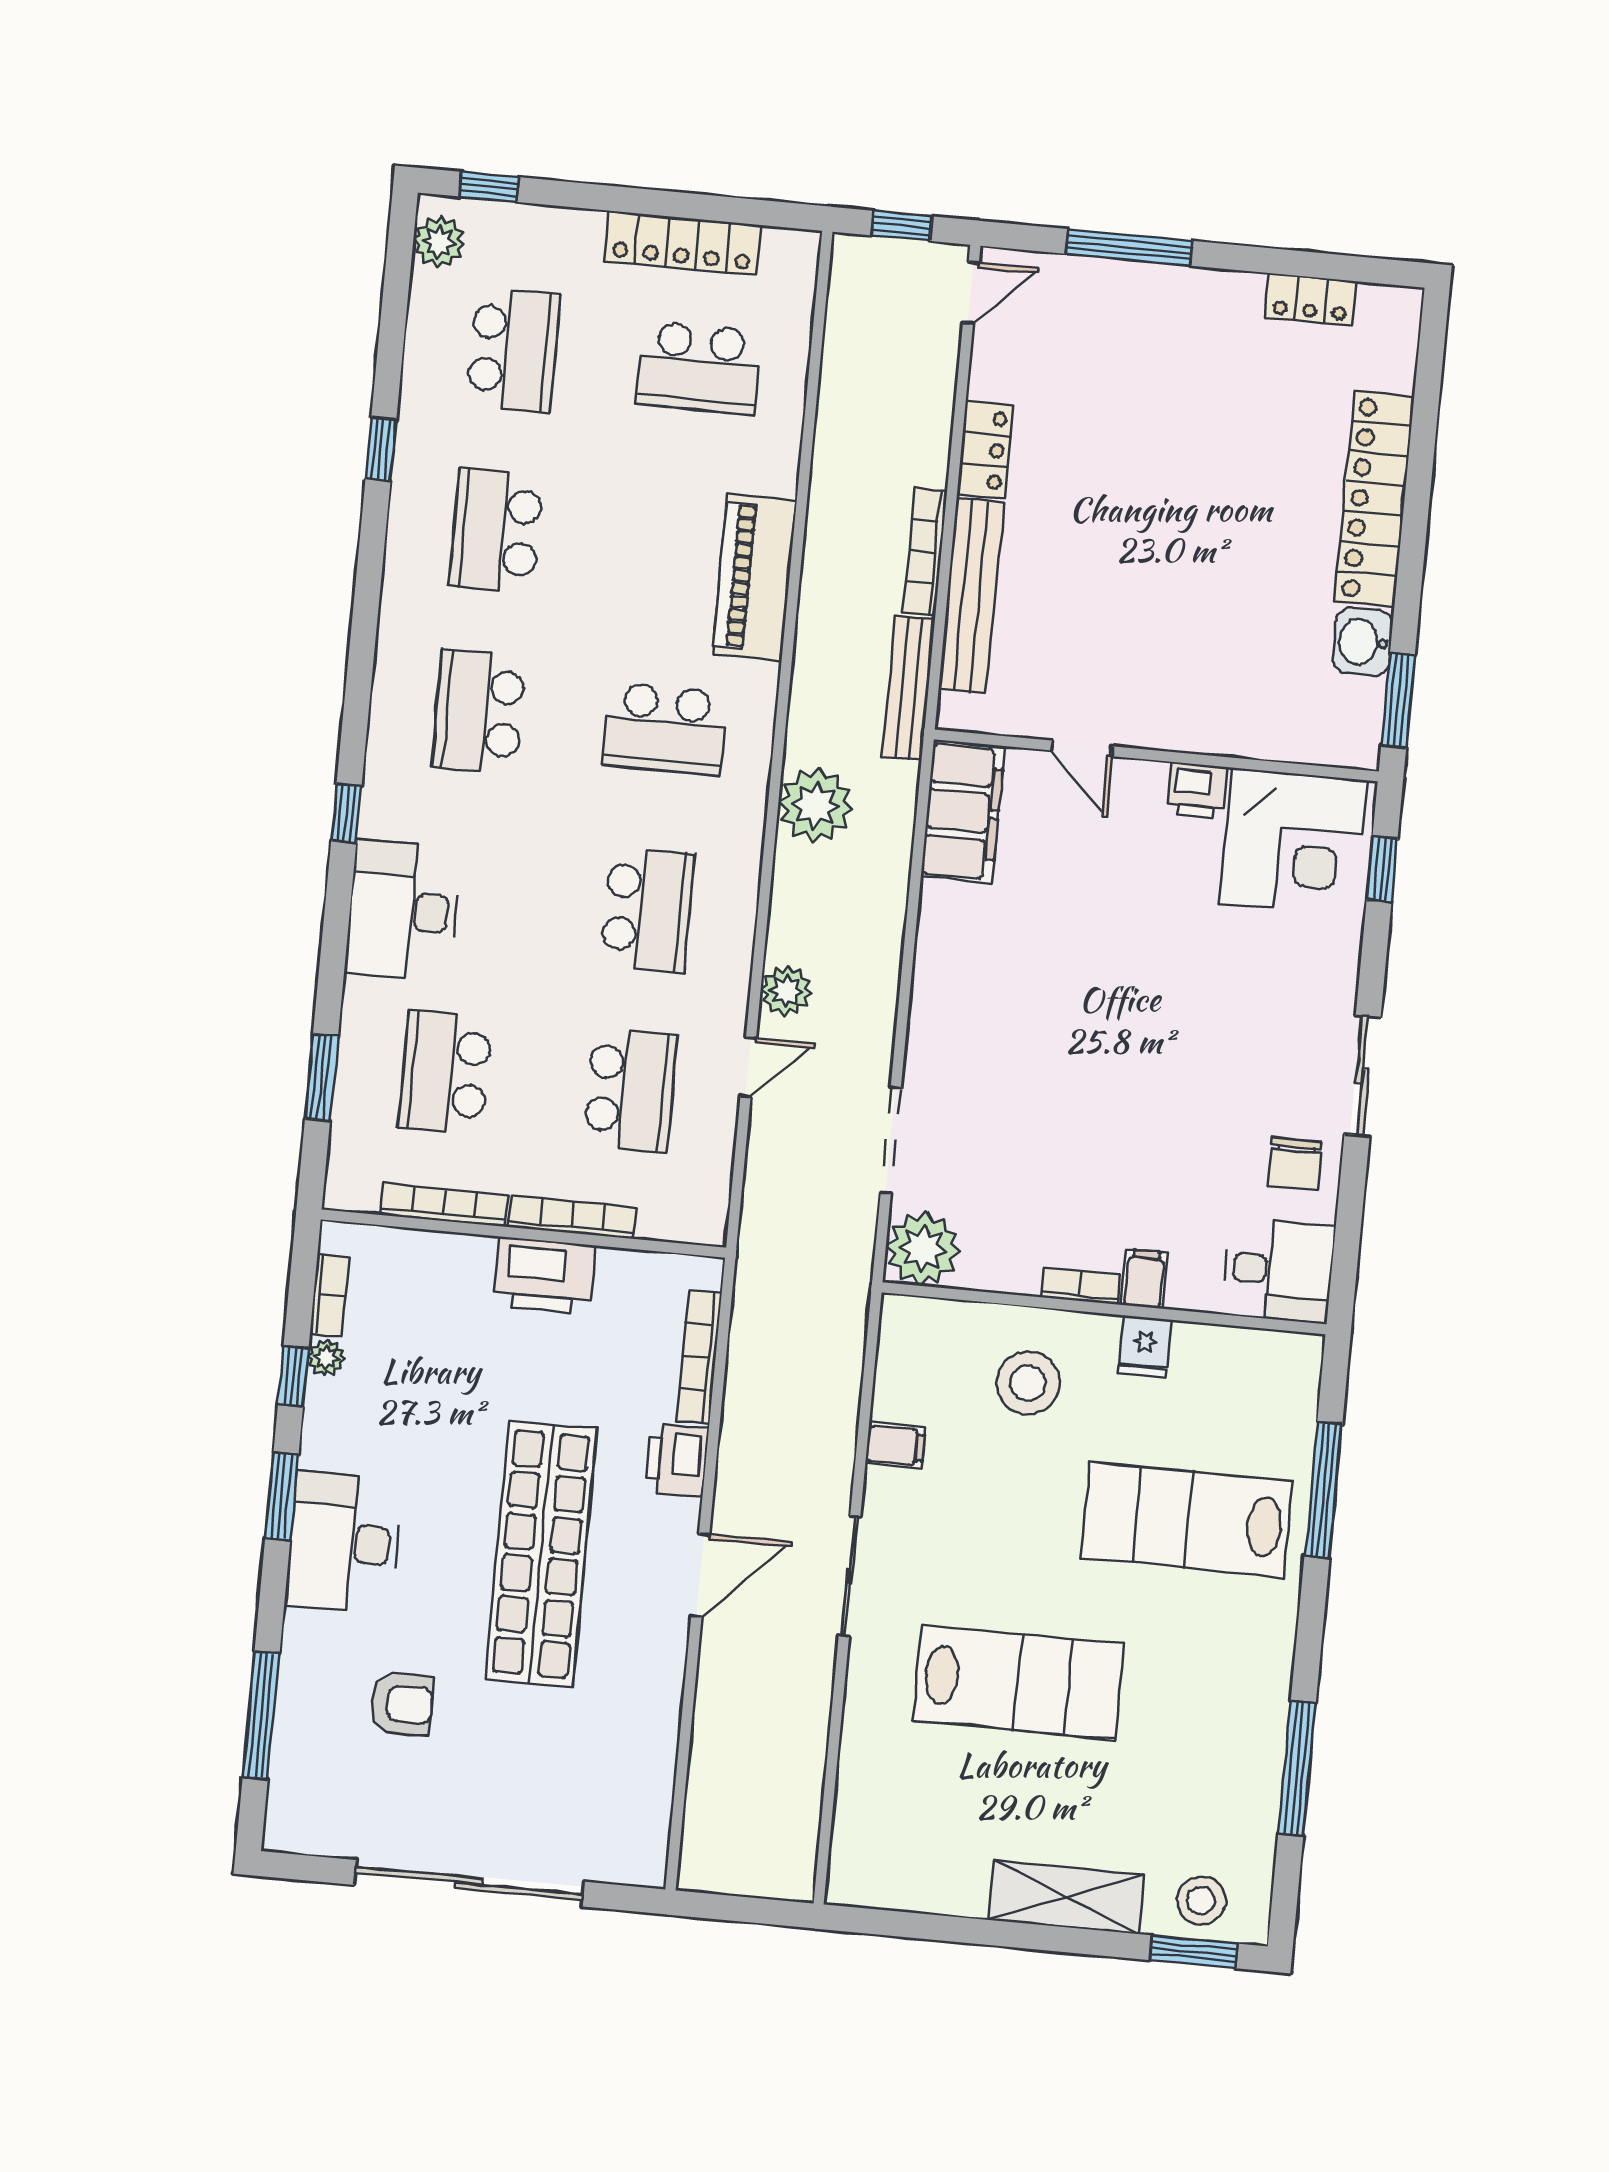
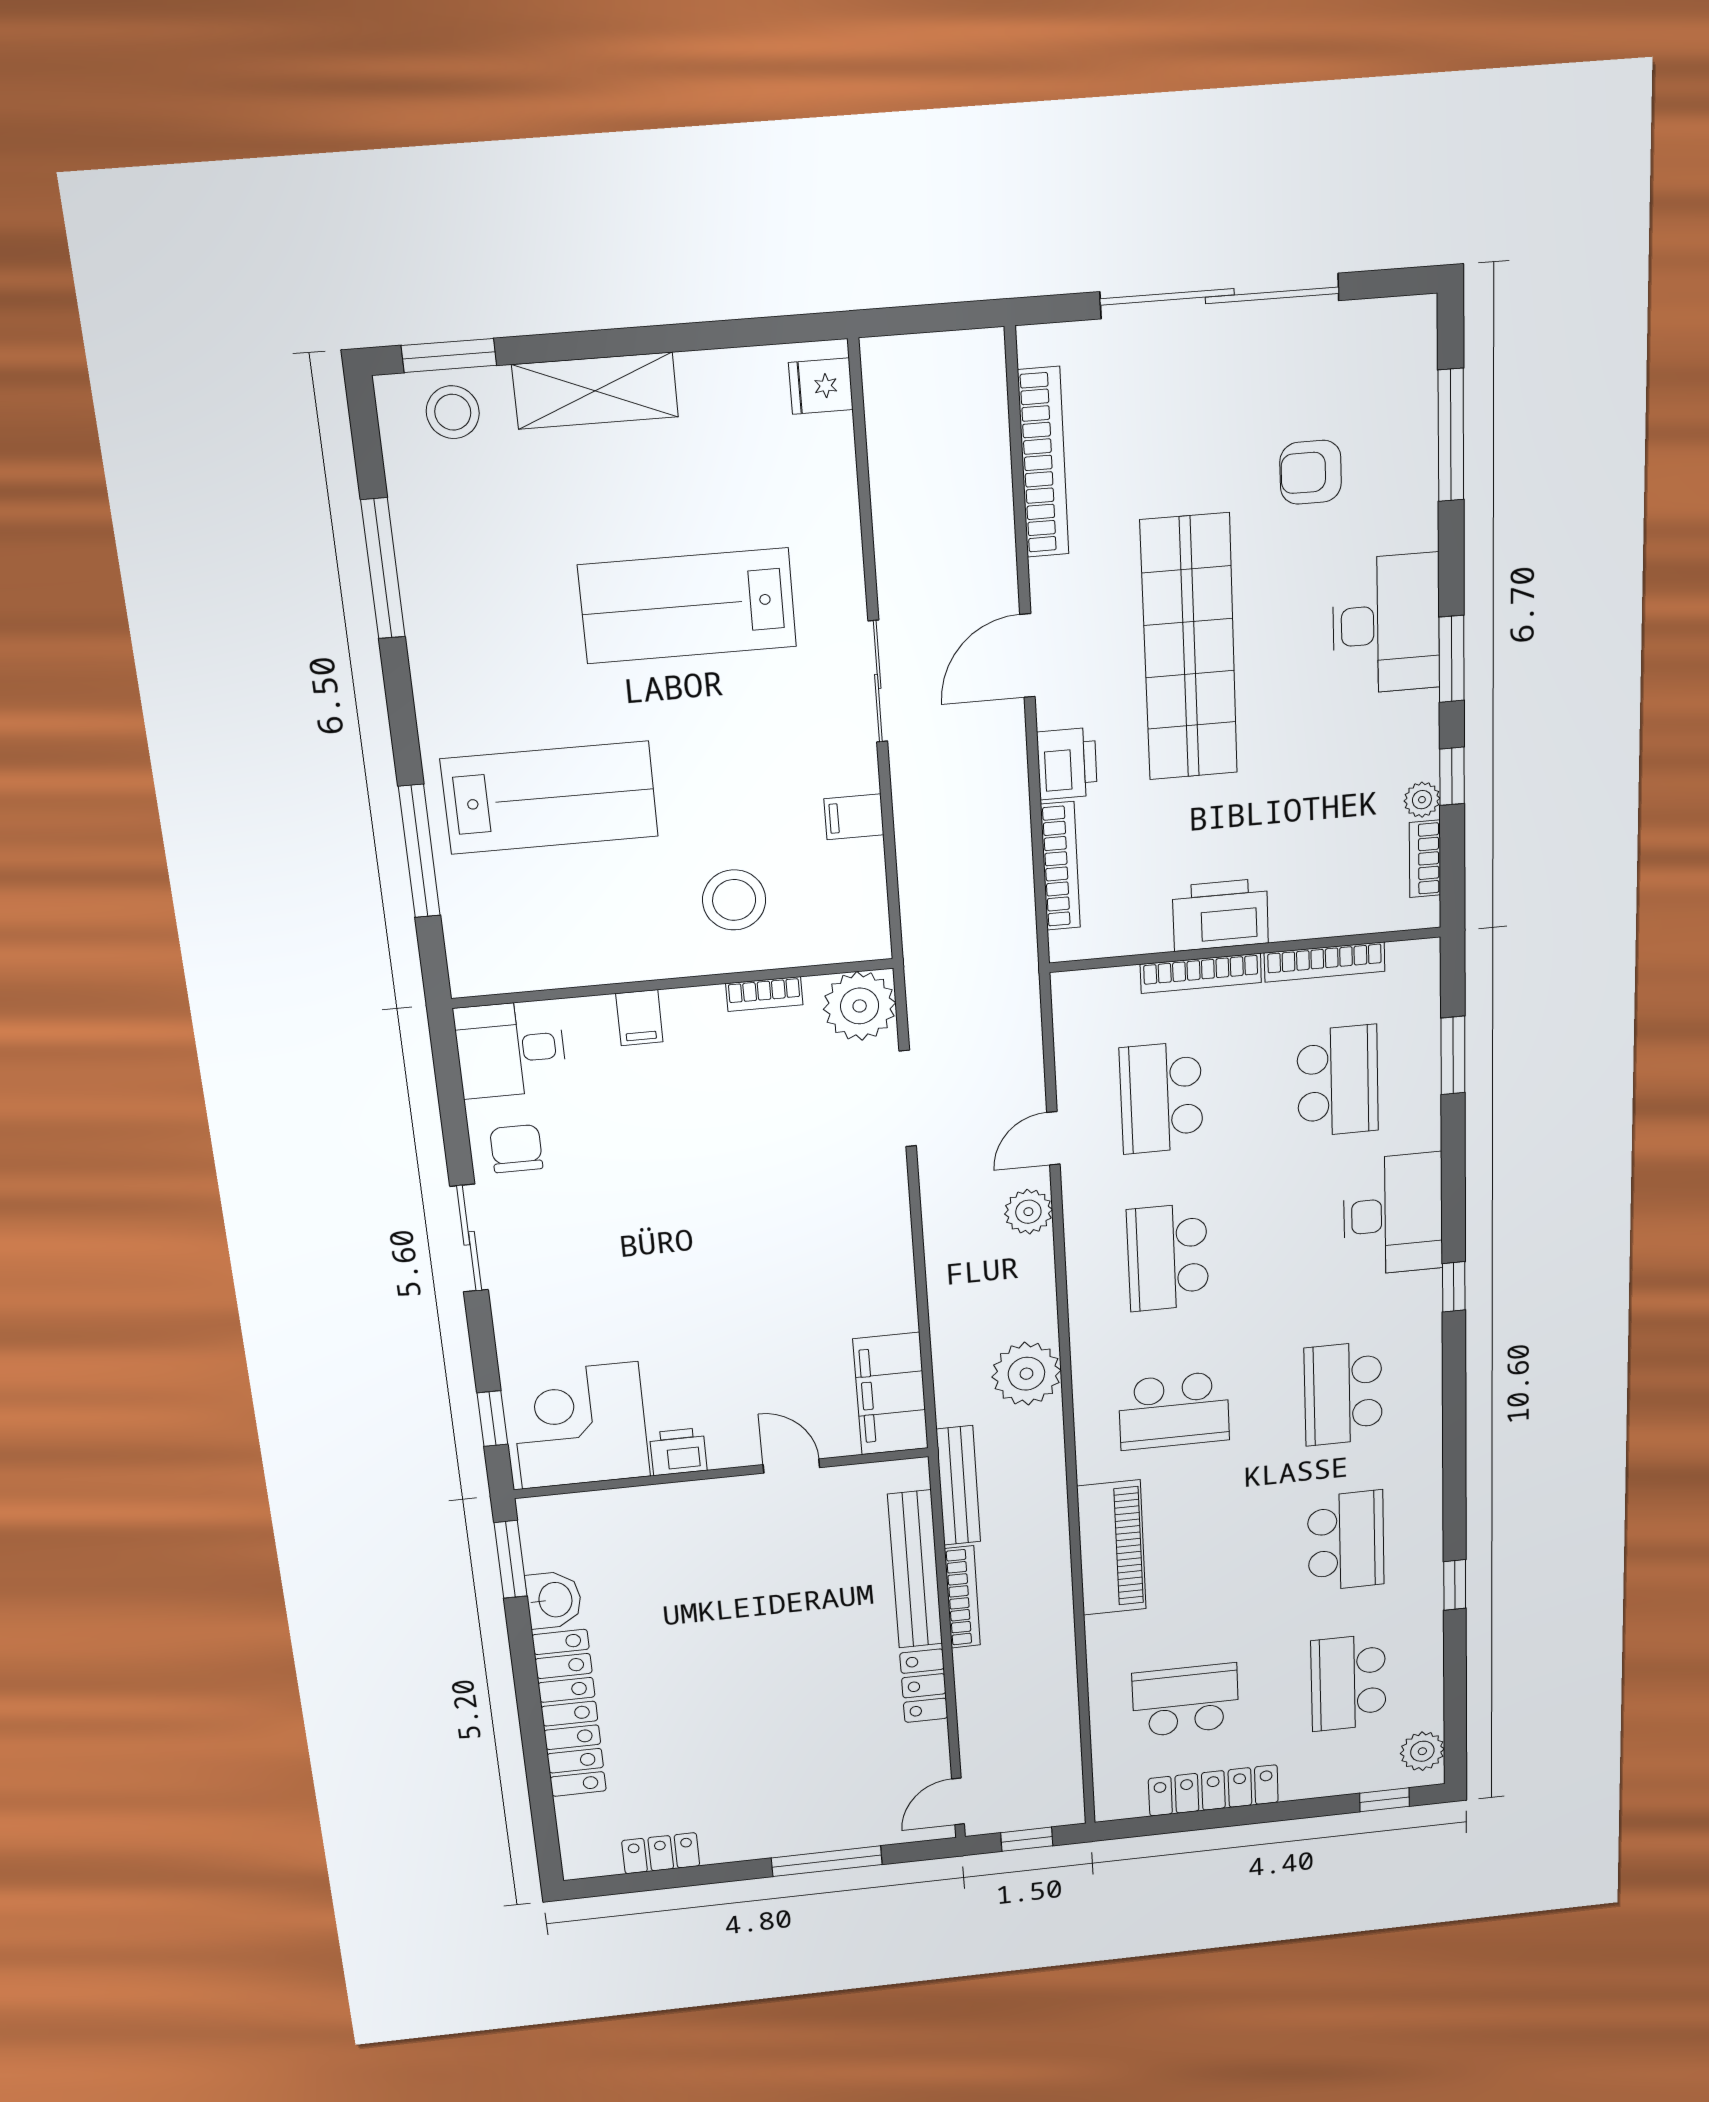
school desk: (479, 711) -> (1343, 1394), turned 180
school desk: (665, 729) -> (1174, 1411), turned 180
bookcase: (1080, 1286) -> (764, 994), moved
fridge: (1145, 1346) -> (821, 386), moved, turned -90
bookcase: (658, 1758) -> (1043, 463), added

